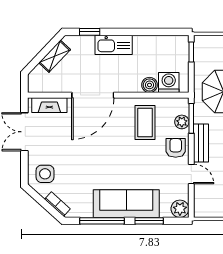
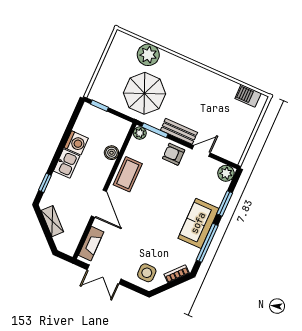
kitchen sink: (114, 45) -> (67, 164), width x0.73
washing machine: (169, 82) -> (76, 143), moved, turned 180
door: (93, 95) -> (99, 204), width x0.73
plant: (182, 122) -> (140, 133), moved
coffee table: (145, 123) -> (128, 174), moved, turned 90
sofa: (126, 204) -> (198, 223), width x0.73

